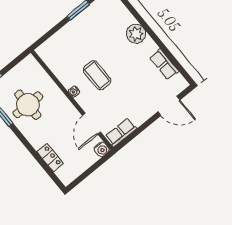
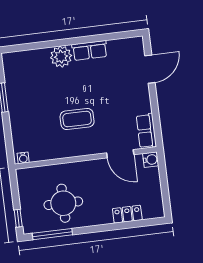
row of seats: (164, 64) -> (90, 50), moved
water cooler: (74, 92) -> (23, 158), moved

